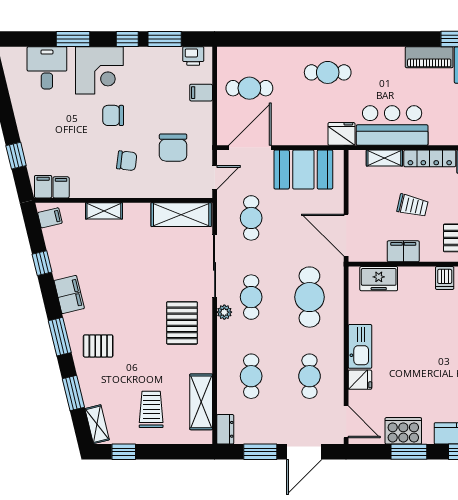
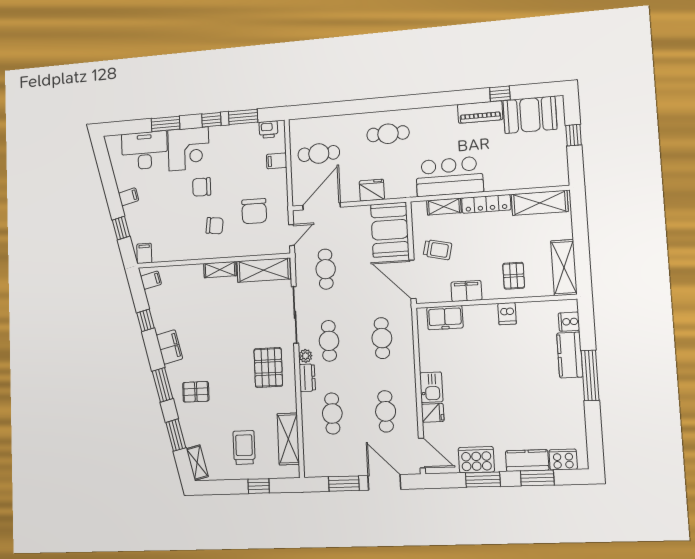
desk: (47, 68) -> (145, 150), width x1.37
fridge: (341, 134) -> (372, 190), moved
booth: (303, 170) -> (390, 230), moved, turned 90
filing cabinet: (61, 187) -> (129, 197), moved, turned 76
trolley: (412, 206) -> (438, 250), moved
shelving: (104, 211) -> (220, 270), moved
cafe table: (309, 297) -> (382, 338), width x0.73, depth x0.74
kitchen sink: (360, 346) -> (431, 387), width x0.73
dresser: (225, 429) -> (307, 378), moved
window: (124, 452) -> (259, 486), moved
door: (304, 452) -> (384, 482), swing flipped

